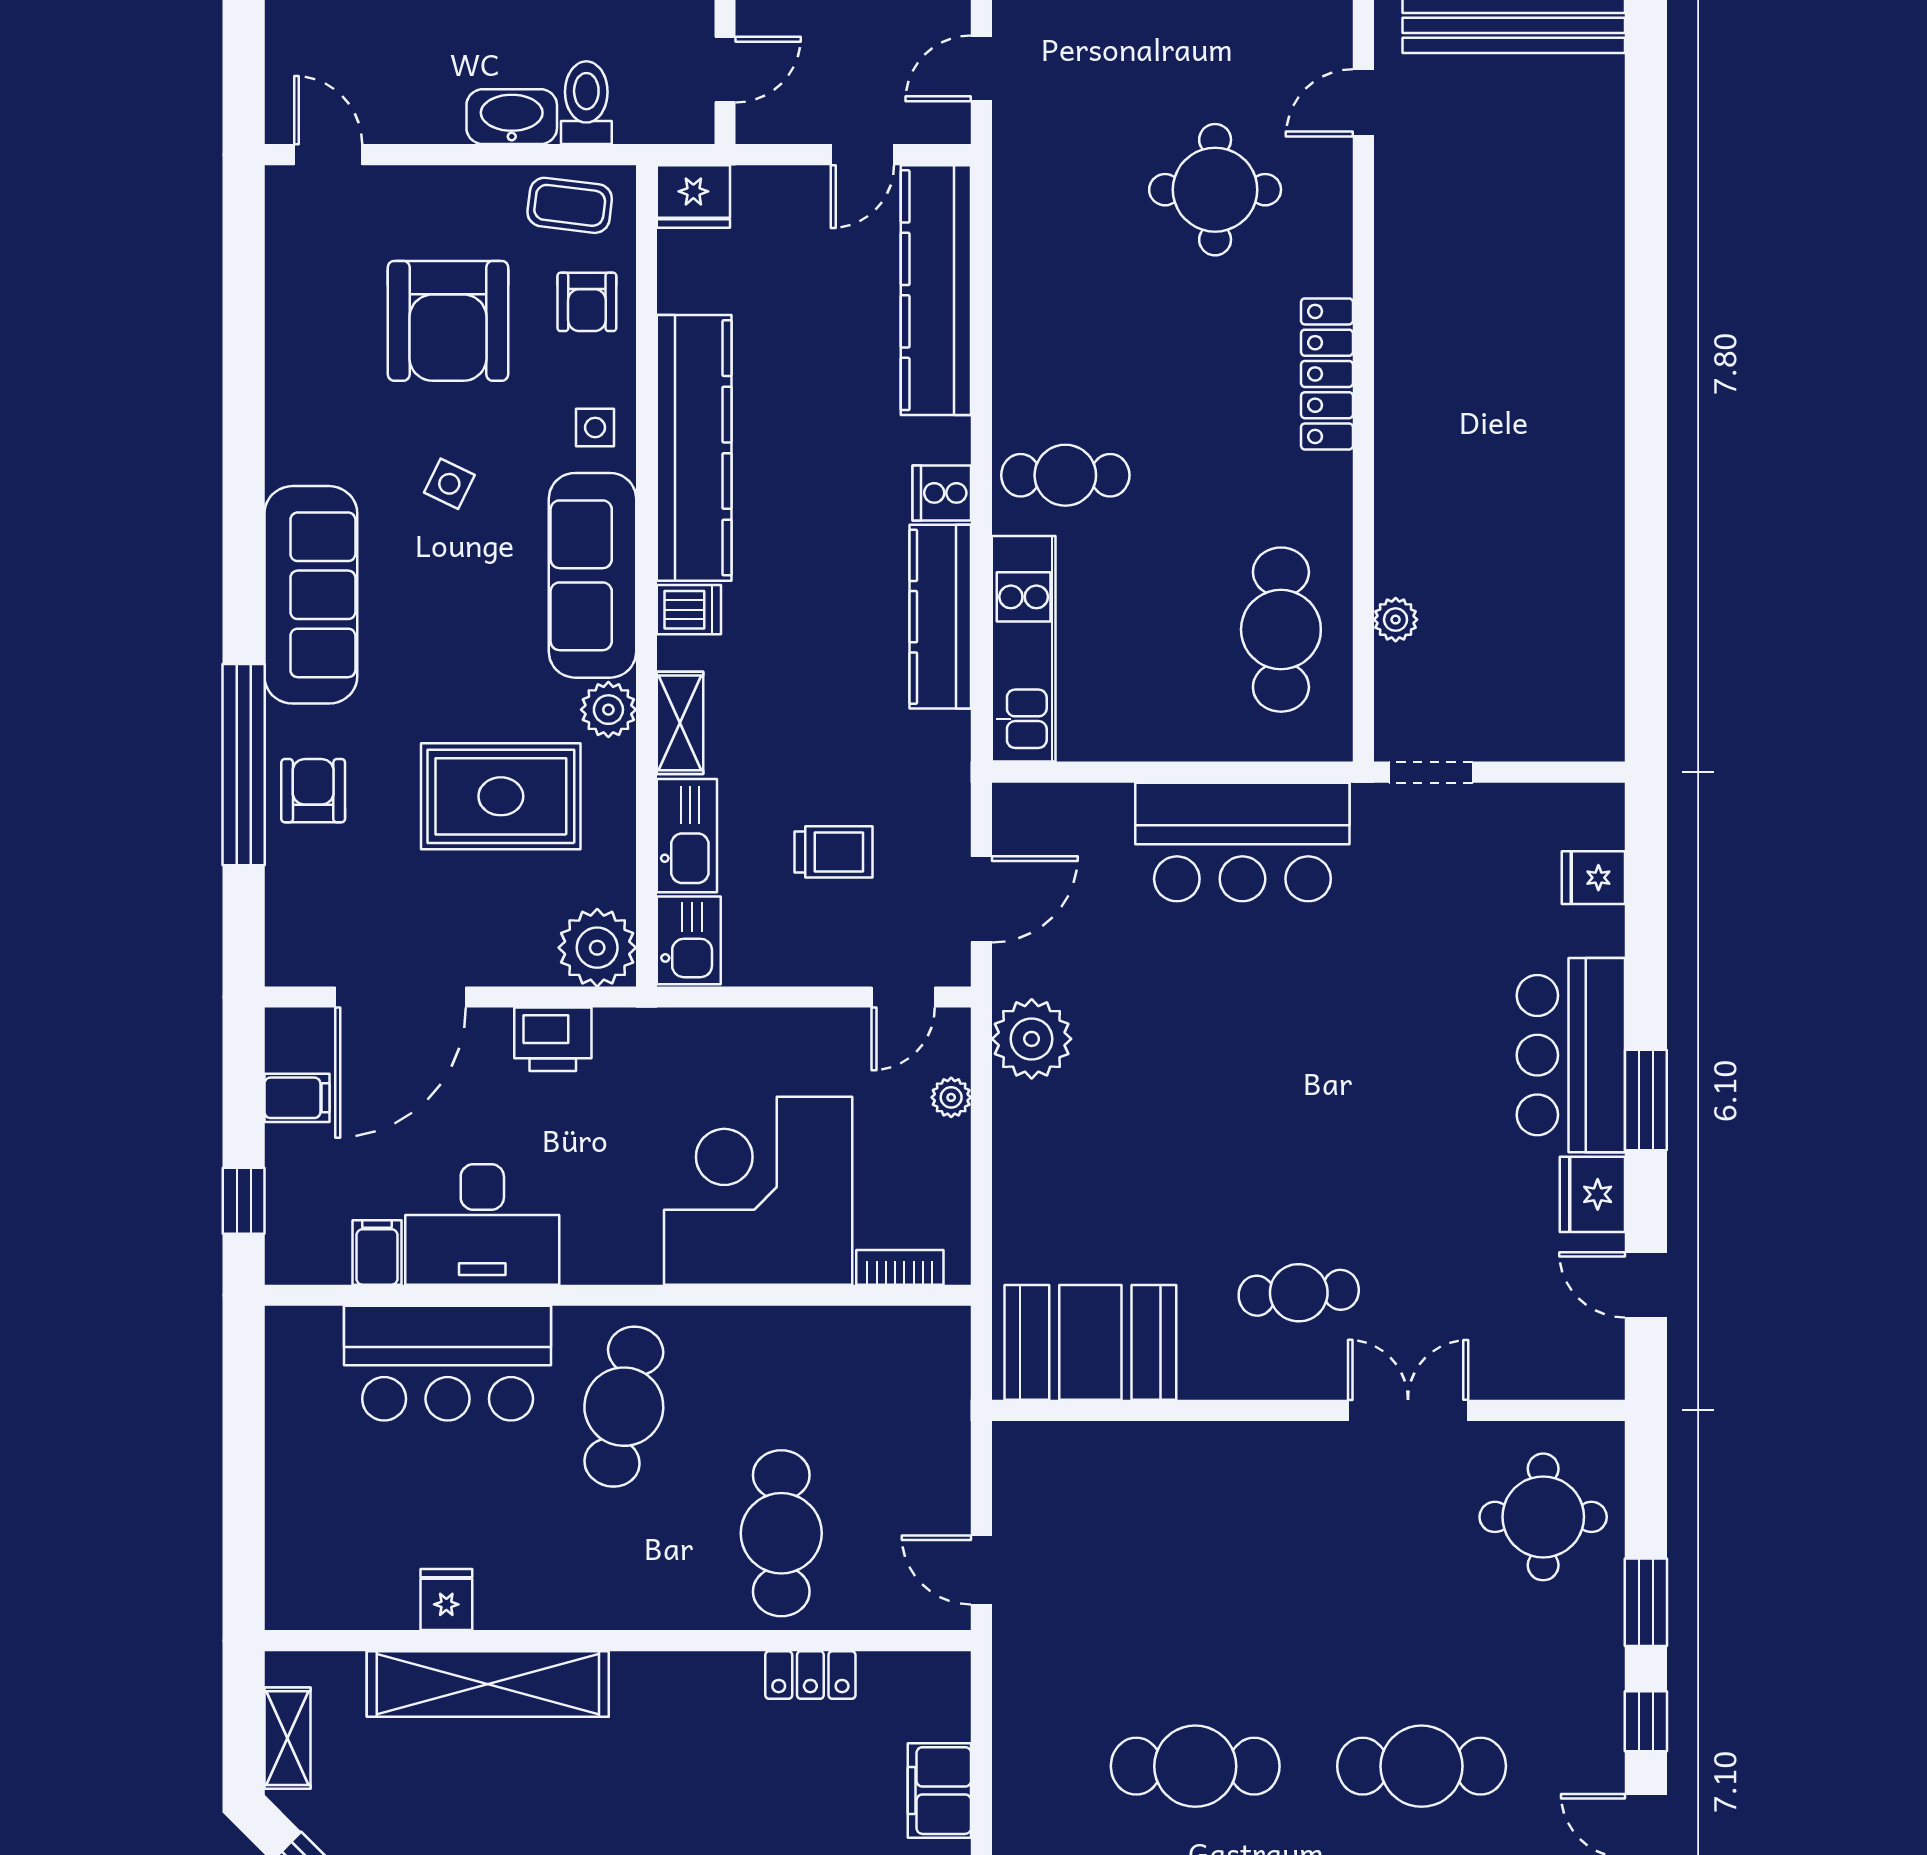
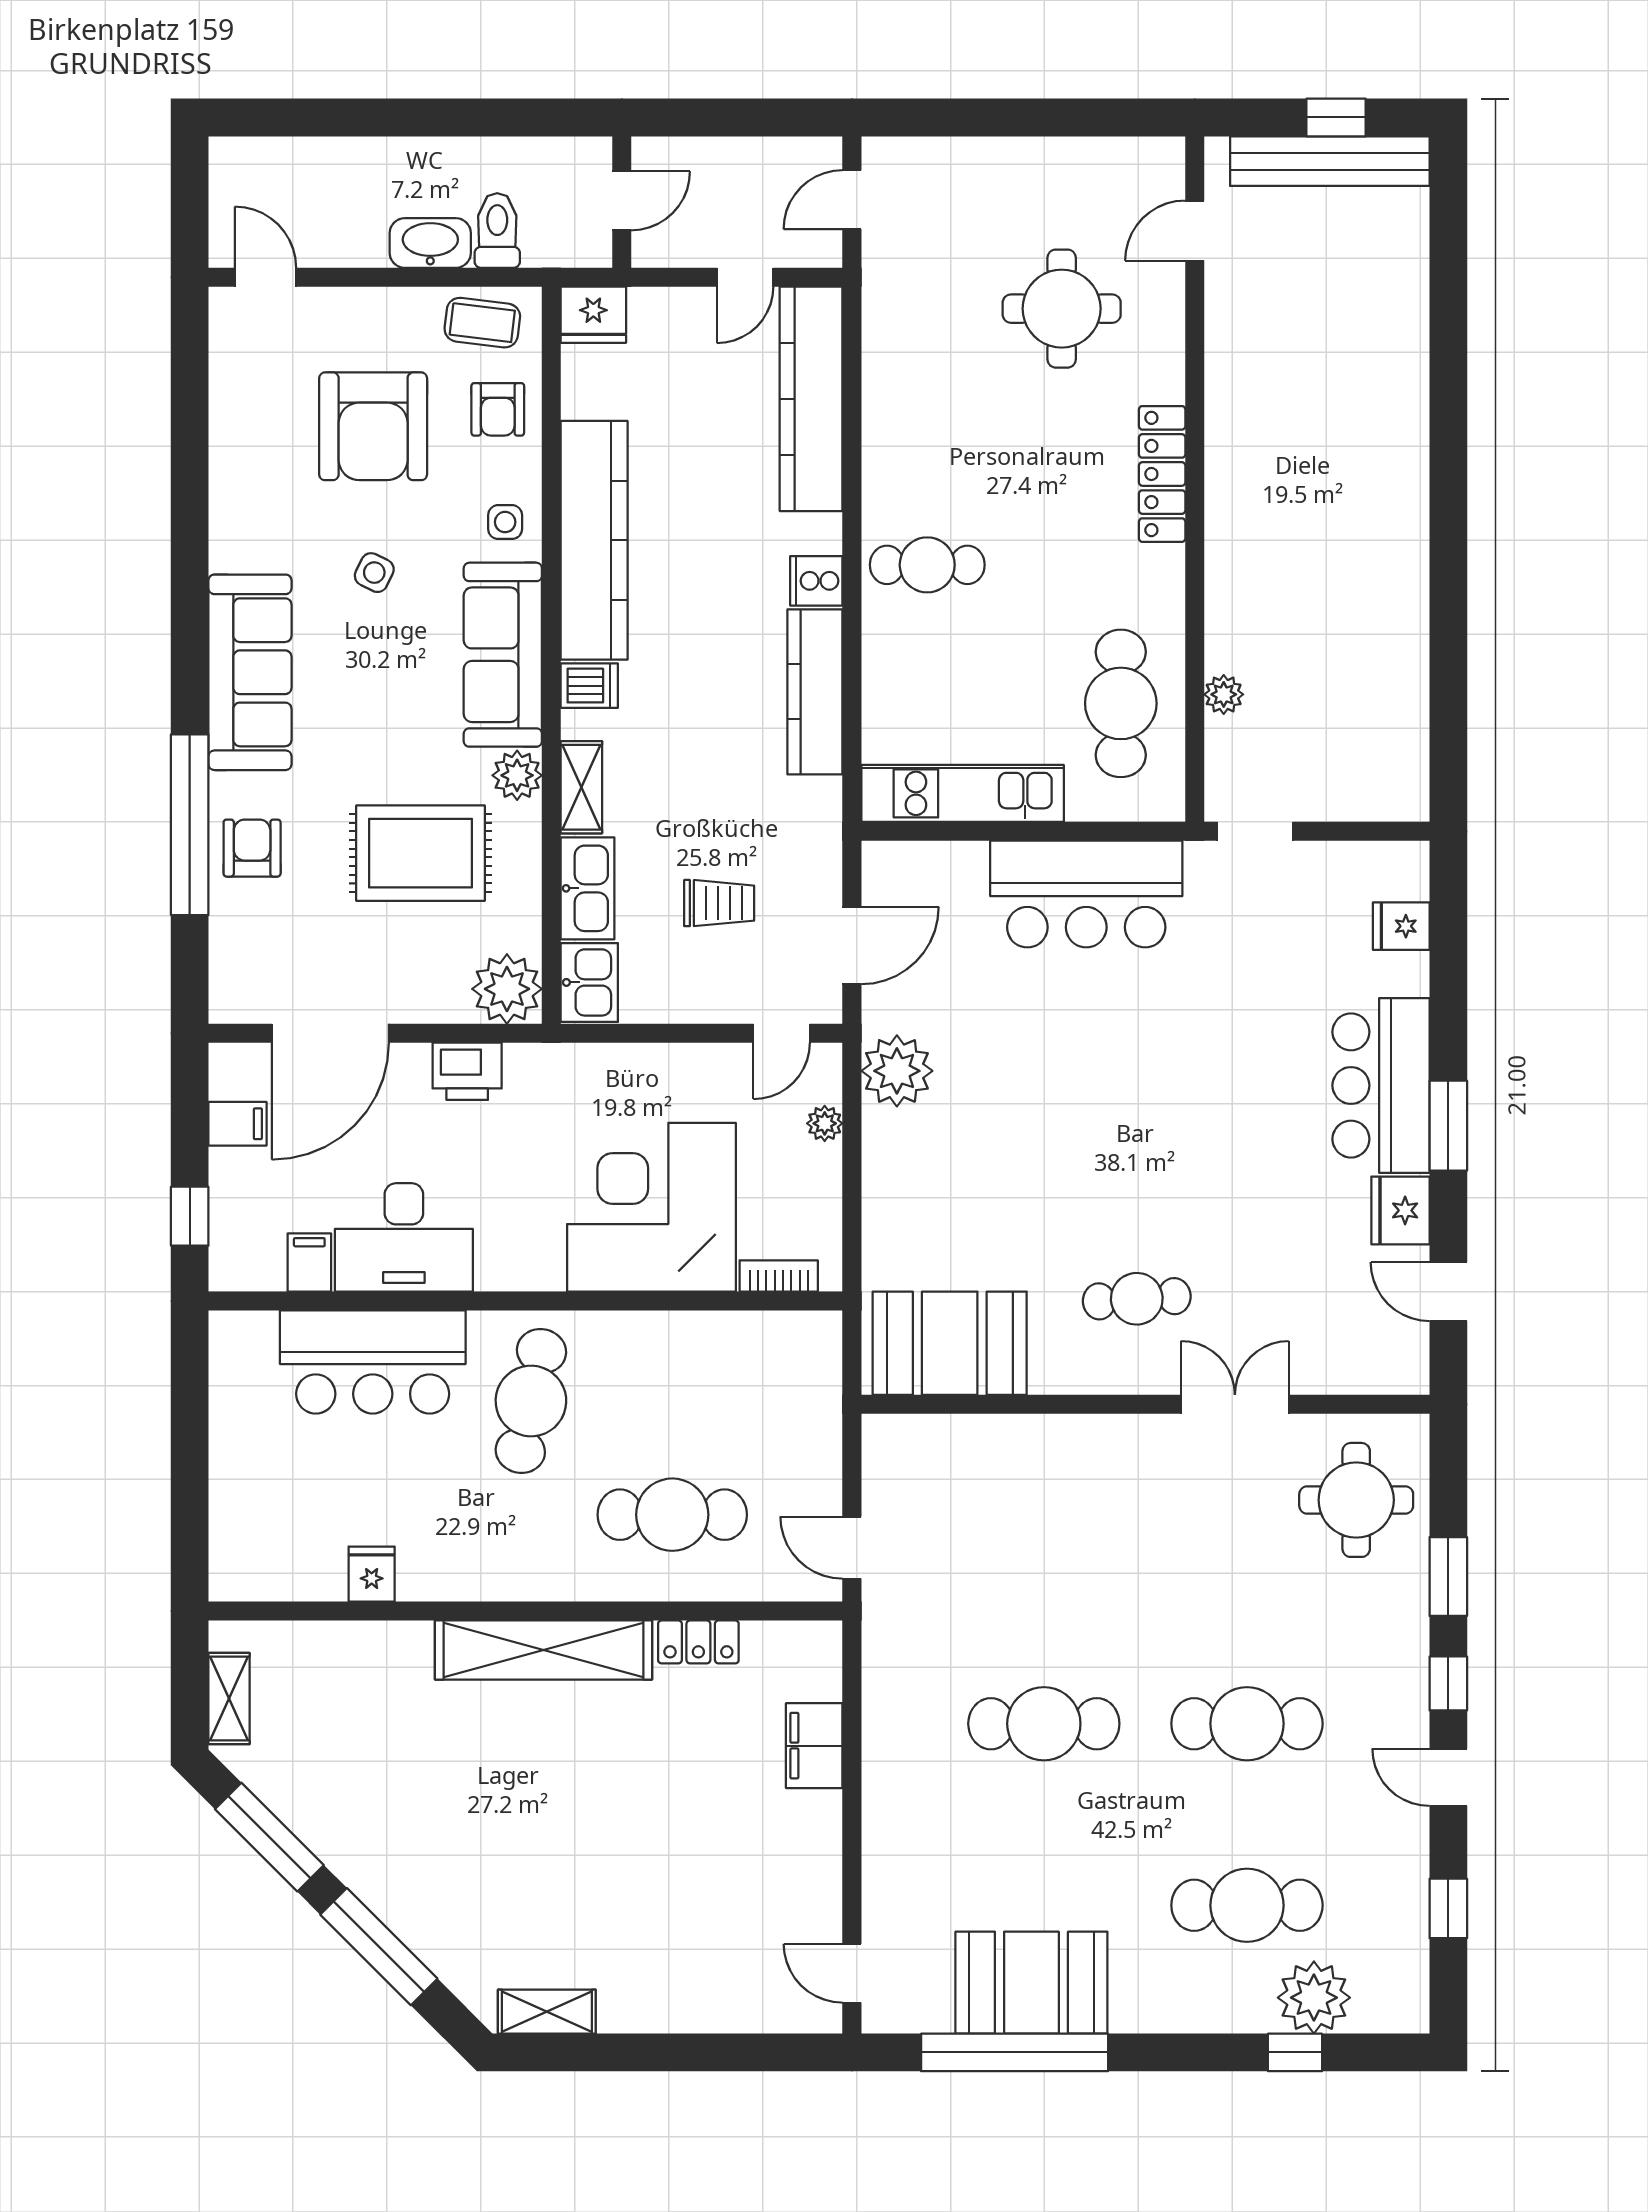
kitchen unit: (1024, 649) -> (963, 793), moved, turned -90
cafe table: (781, 1533) -> (672, 1515), turned 90
shelving: (488, 1684) -> (543, 1650), moved

